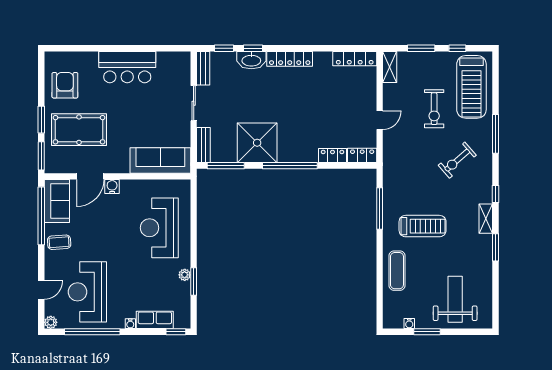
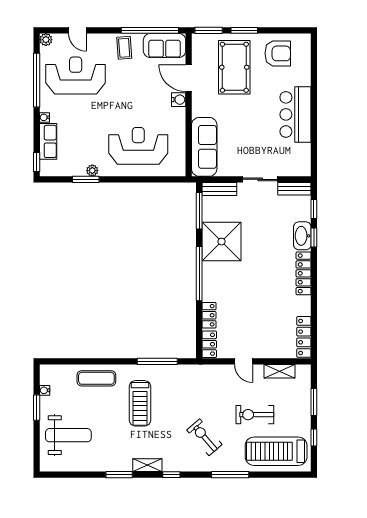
shelving: (390, 67) -> (280, 371), moved

